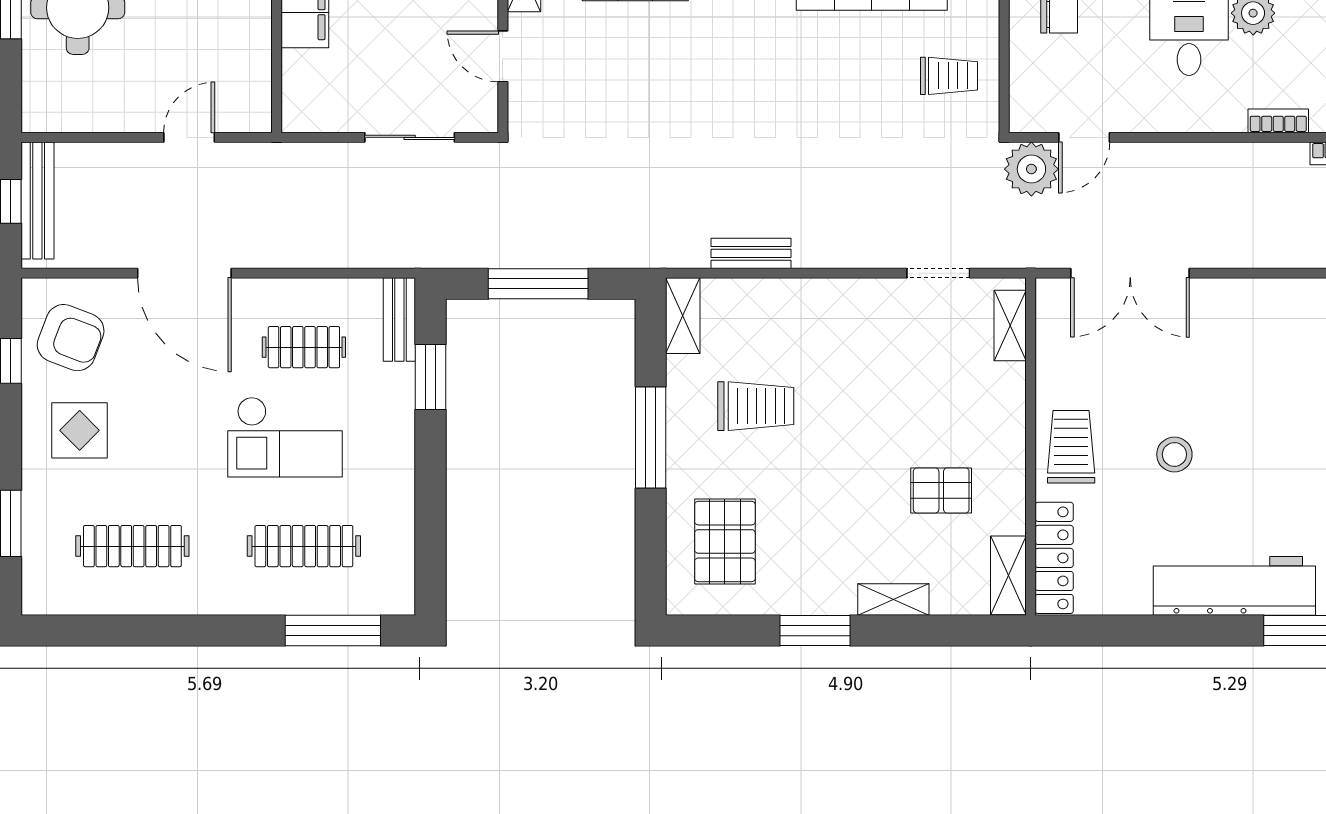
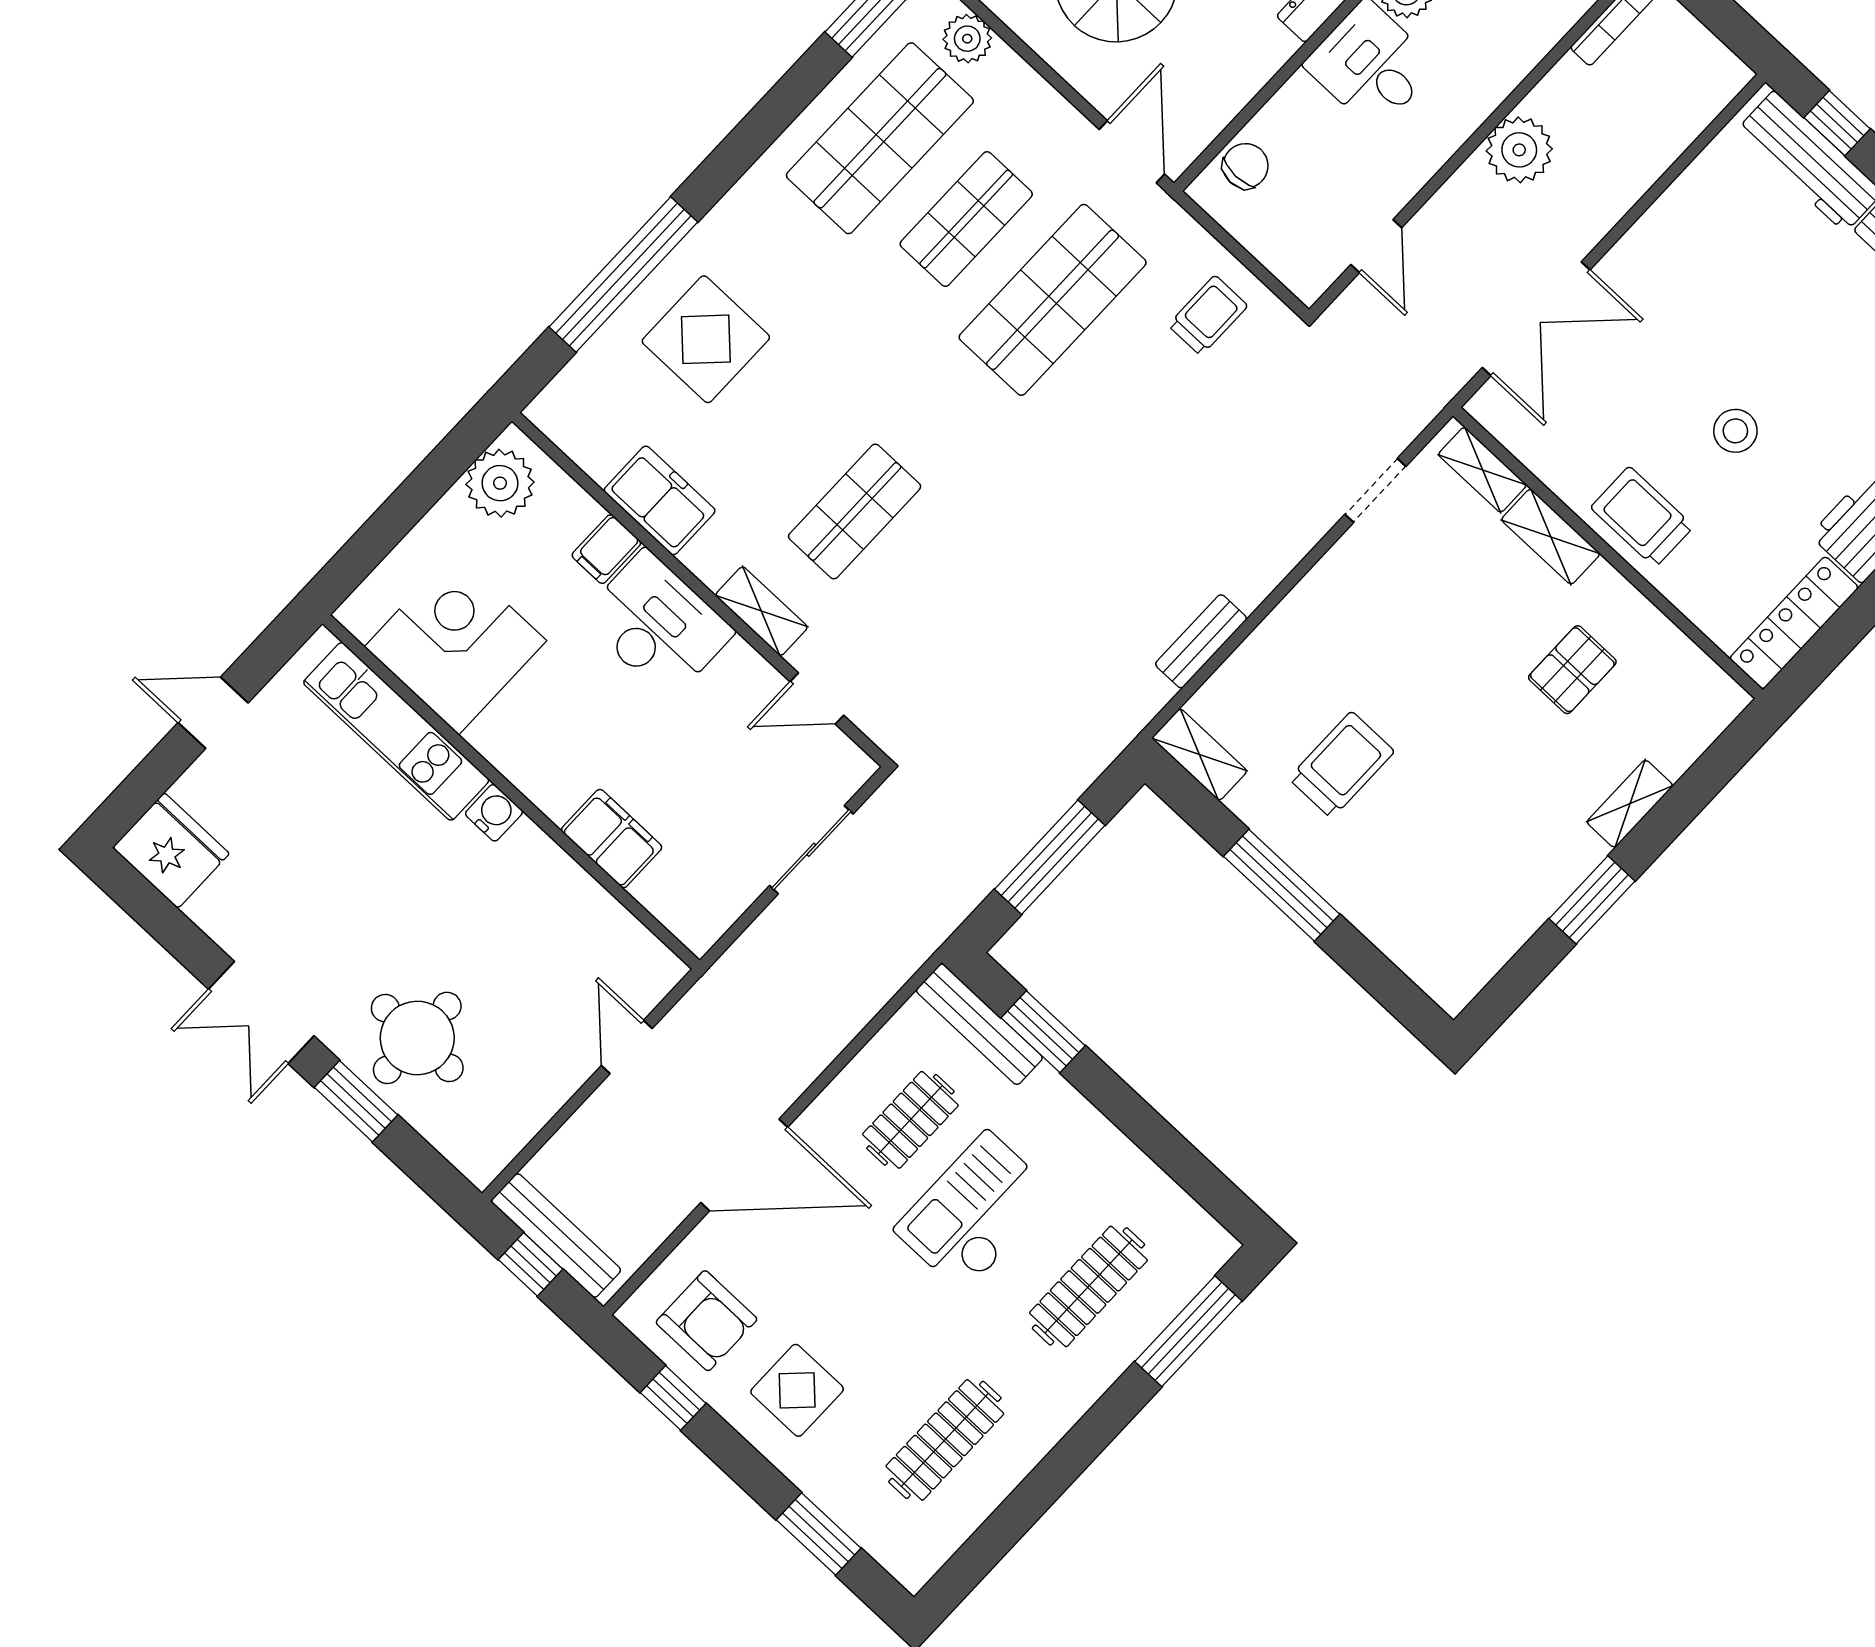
bookcase: (1278, 121) -> (1524, 59), removed
plant: (1031, 169) -> (1519, 150), moved
bench: (399, 320) -> (979, 1024), width x1.36
armchair: (71, 338) -> (707, 1321), turned 69
checkout: (285, 437) -> (975, 1212), turned 180
pallet: (725, 541) -> (1437, 906), removed
locker: (1054, 558) -> (1794, 623), moved, turned -90
shelving: (1008, 575) -> (1551, 537), moved

